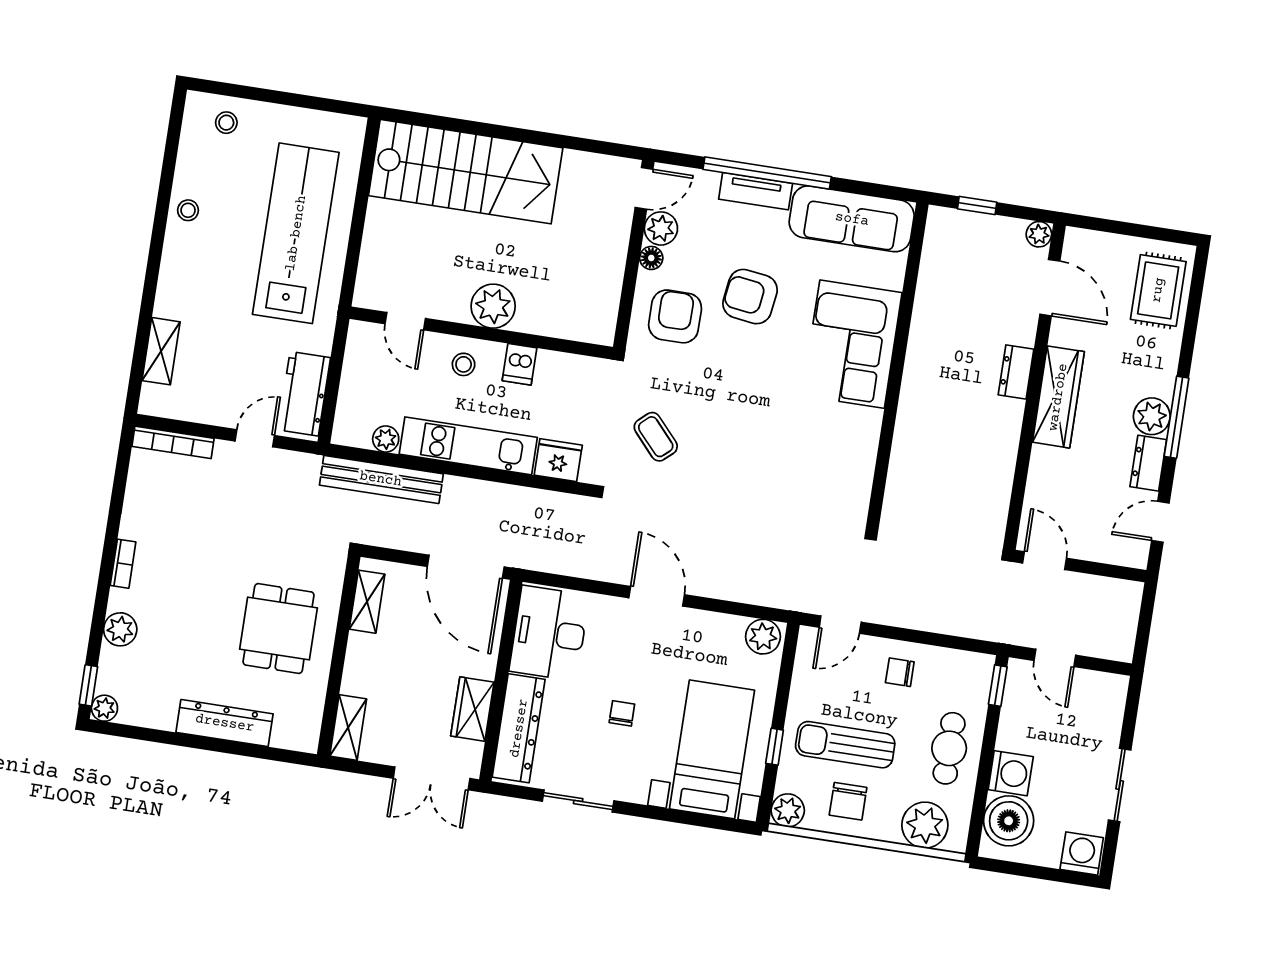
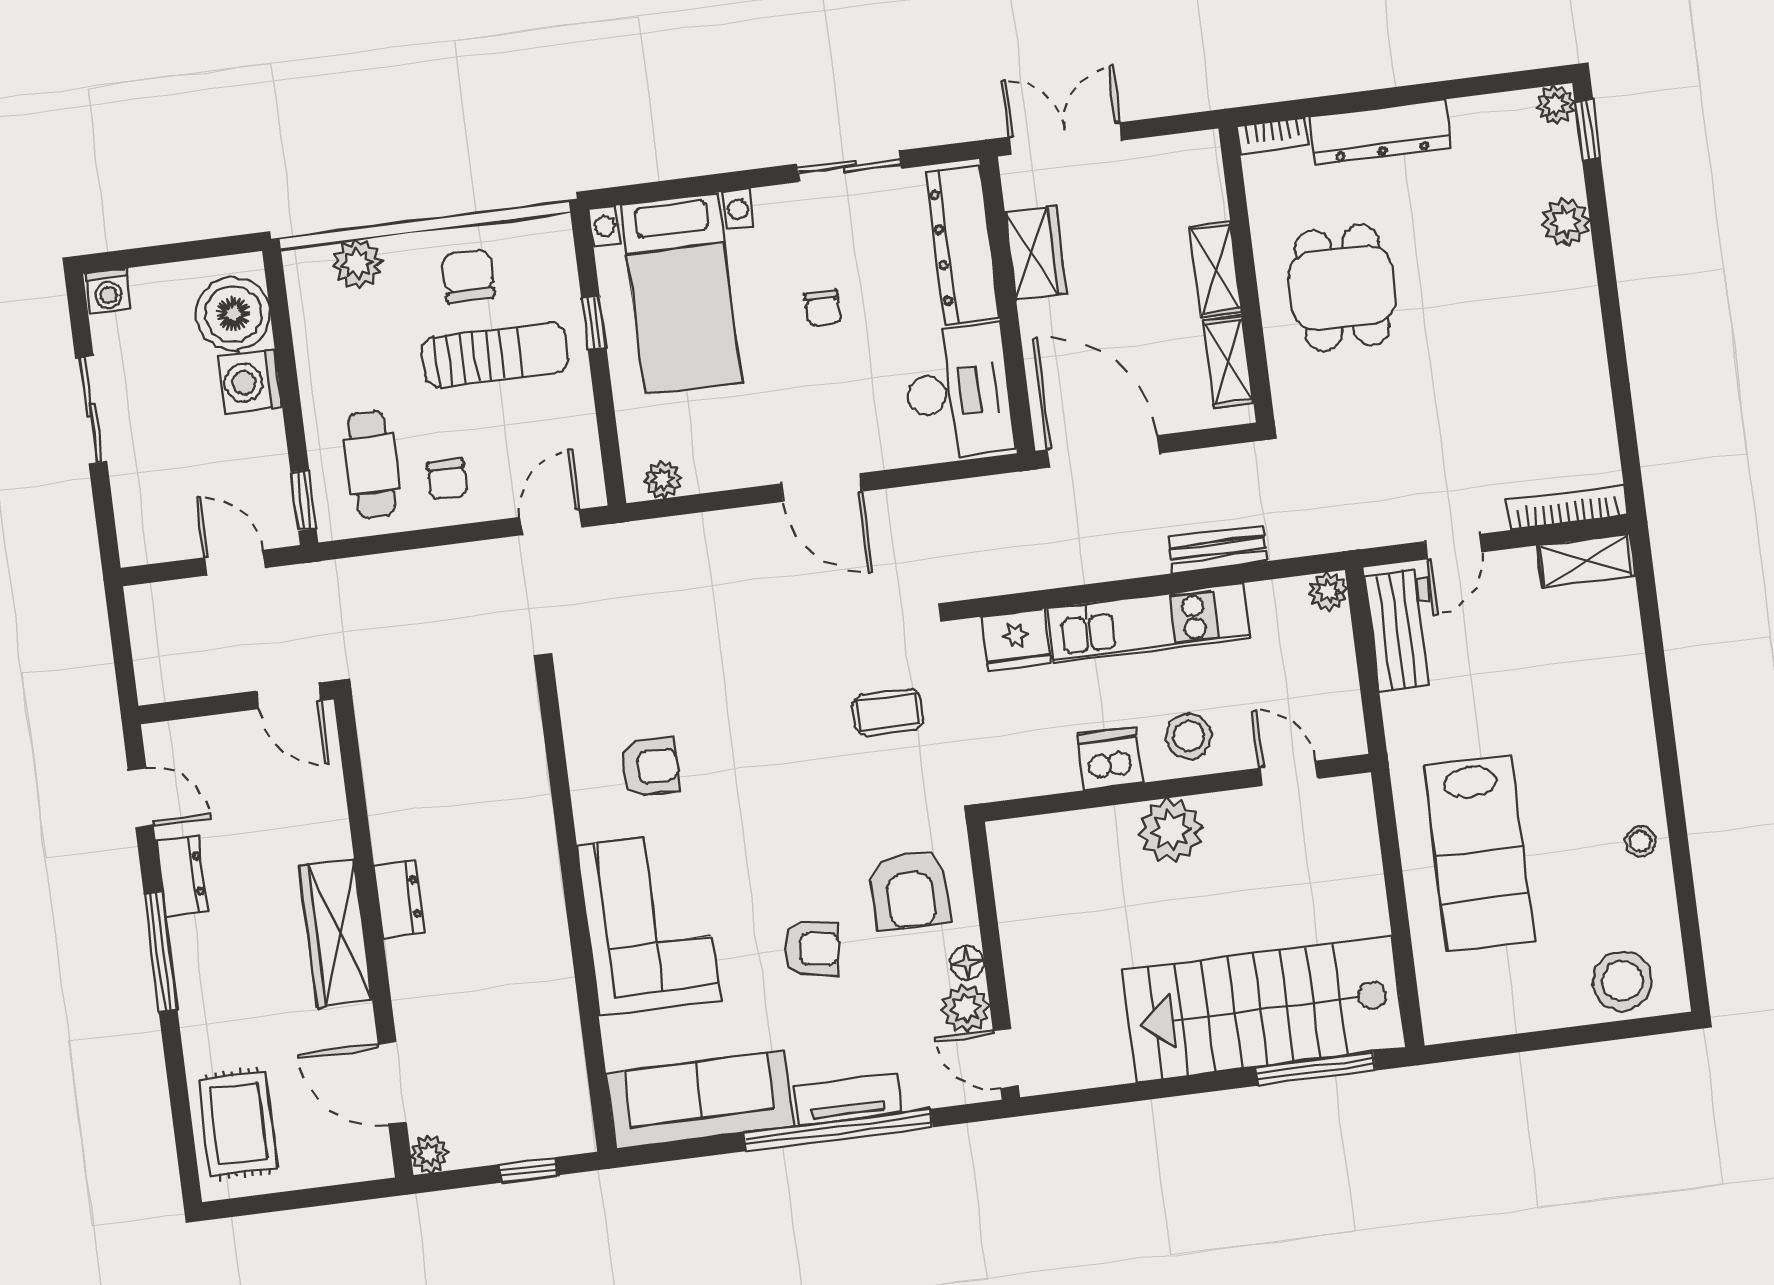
stool: (226, 123) -> (1622, 981), width x1.89, depth x1.89
window: (443, 123) -> (1316, 1069), added
door: (644, 188) -> (1006, 1058), hinge flipped
lab bench: (296, 233) -> (1479, 853), width x0.73
armchair: (750, 297) -> (812, 949), width x0.72, depth x0.72
shelving: (161, 351) -> (1586, 560), moved, turned 90
stool: (464, 364) -> (1189, 736), width x1.37, depth x1.37
dishwasher: (519, 364) -> (1110, 759), width x1.38
dresser: (1016, 372) -> (399, 899), moved
plant: (1152, 416) -> (196, 943), removed
coffee table: (656, 437) -> (888, 712), turned -48
plant: (386, 439) -> (1328, 591), moved
armchair: (822, 446) -> (650, 767), added
bench: (381, 479) -> (1217, 549), width x0.54, depth x0.82
door: (1160, 522) -> (141, 798), hinge flipped
bookcase: (123, 564) -> (1273, 135), moved, turned -90
plant: (763, 637) -> (663, 480), width x0.73, depth x0.73
chair: (900, 672) -> (447, 479), turned 90
shelving: (348, 728) -> (1216, 269), moved
cafe table: (949, 748) -> (372, 464), moved
plant: (788, 810) -> (549, 239), removed
plant: (925, 825) -> (357, 264), width x0.73, depth x0.73
washing machine: (1082, 853) -> (108, 291), width x0.73, depth x0.73

